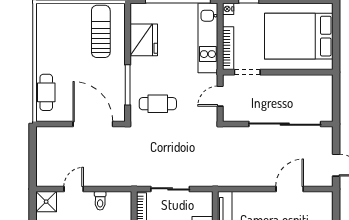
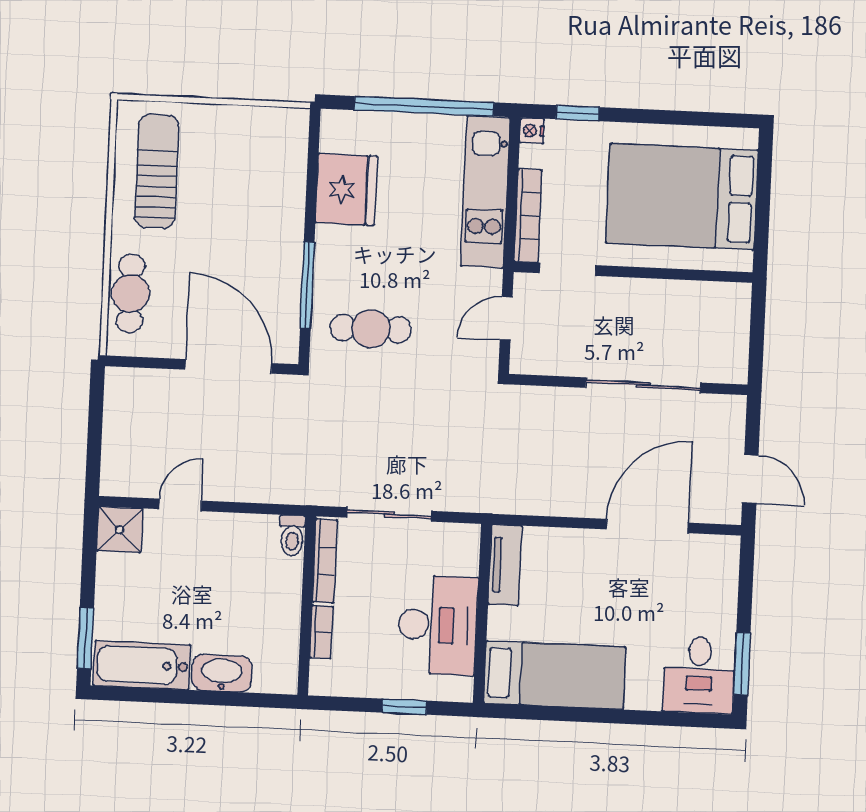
sun lounger: (101, 31) -> (157, 171), moved
sliding door: (285, 124) -> (643, 385), width x0.73
door: (290, 189) -> (647, 526), width x1.36
toilet: (100, 201) -> (292, 536), moved

